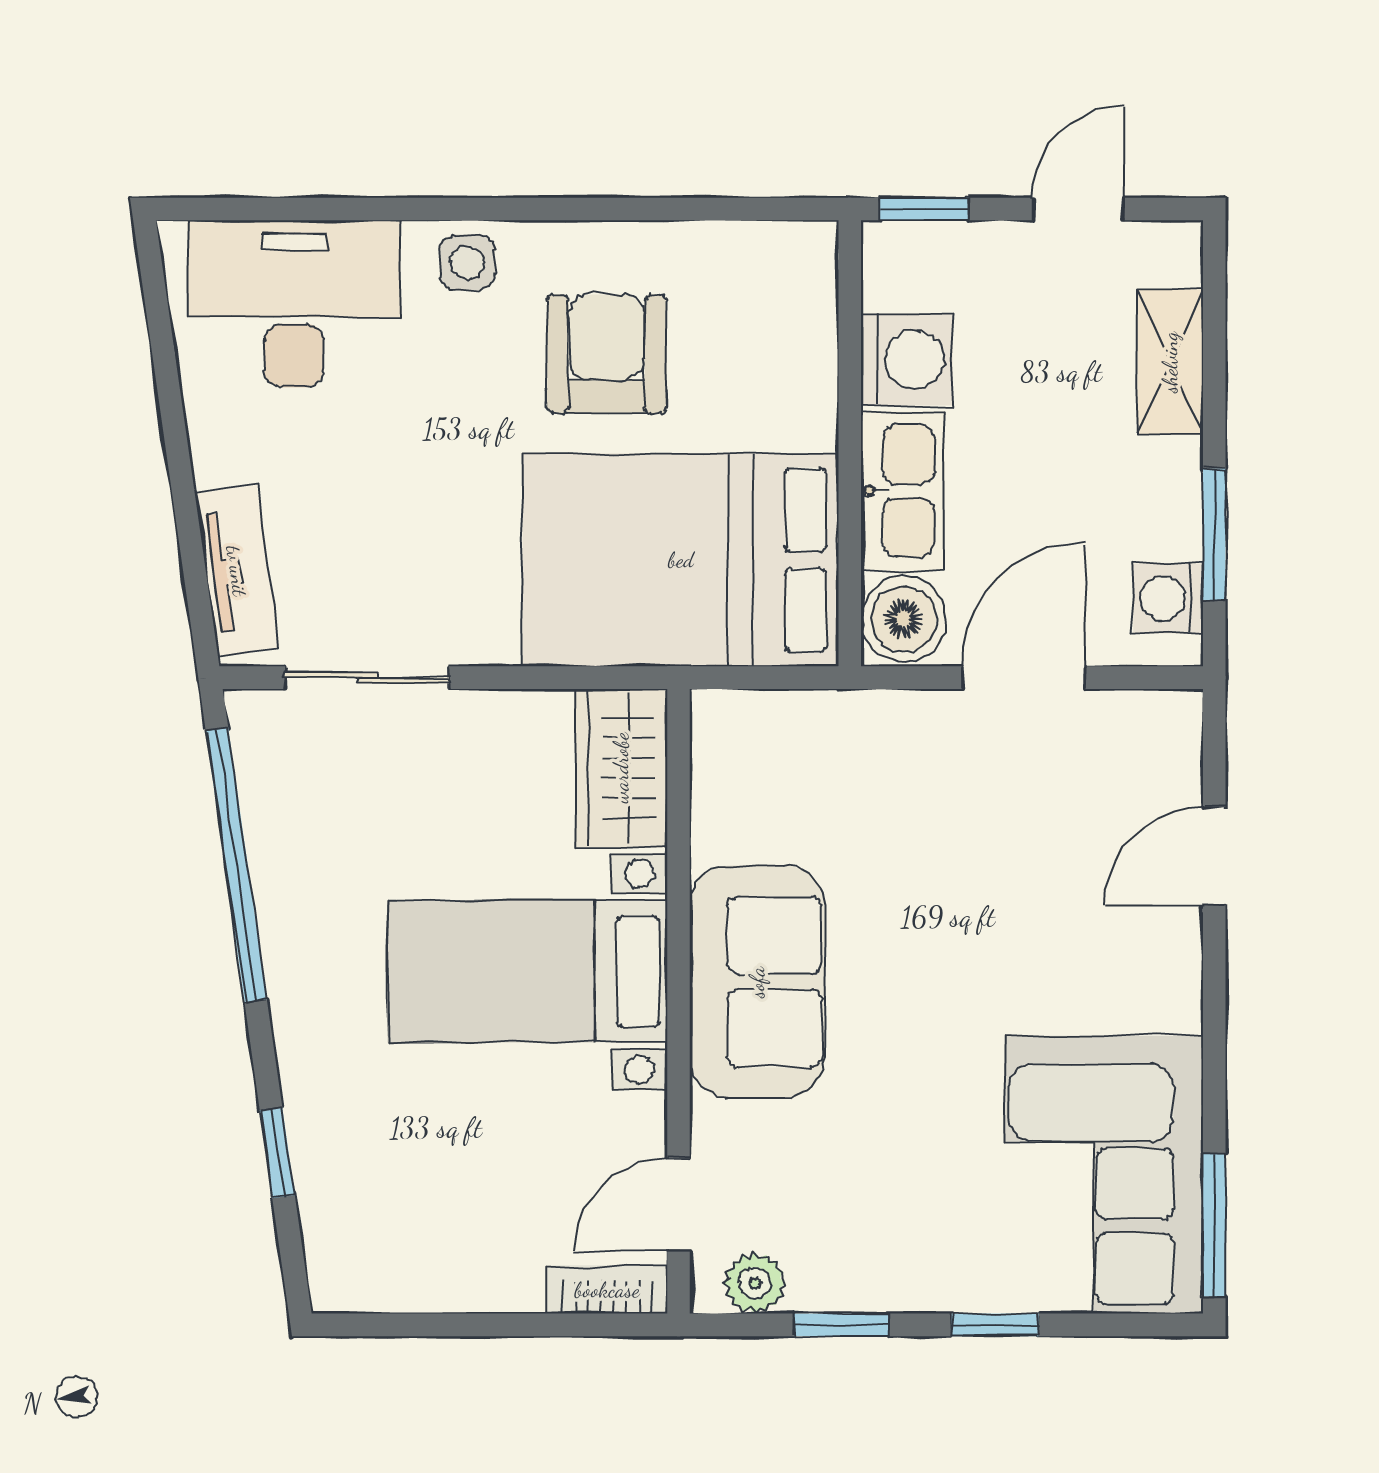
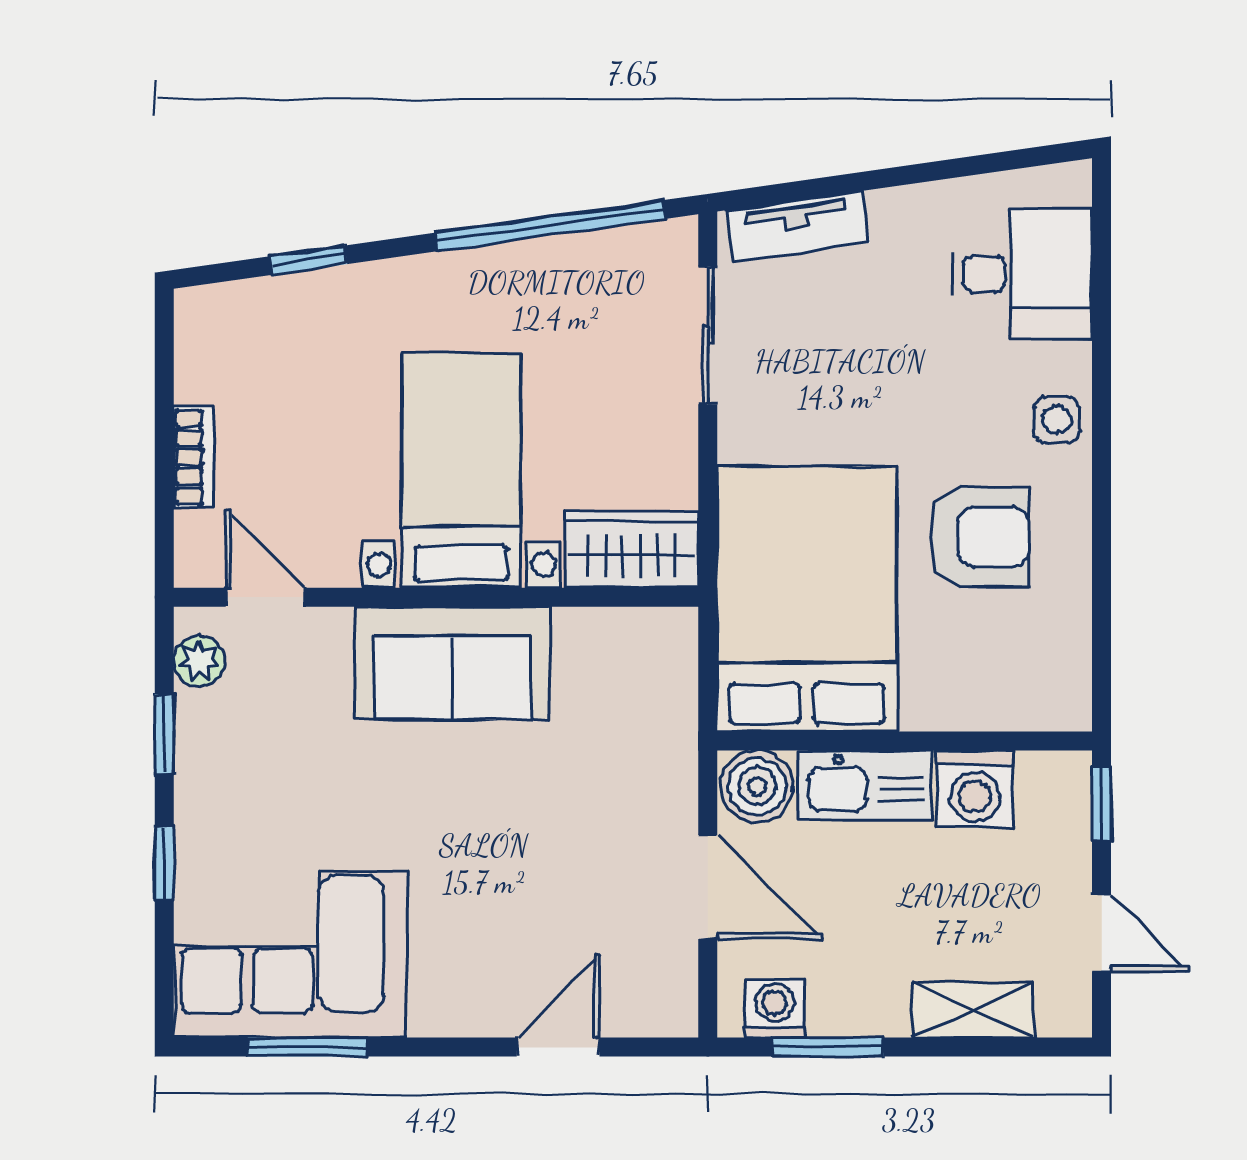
desk: (294, 304) -> (1022, 274), width x0.73
door: (1214, 856) -> (558, 1047), hinge flipped
window: (1214, 1225) -> (308, 1047), moved
bookcase: (607, 1290) -> (194, 457), moved

